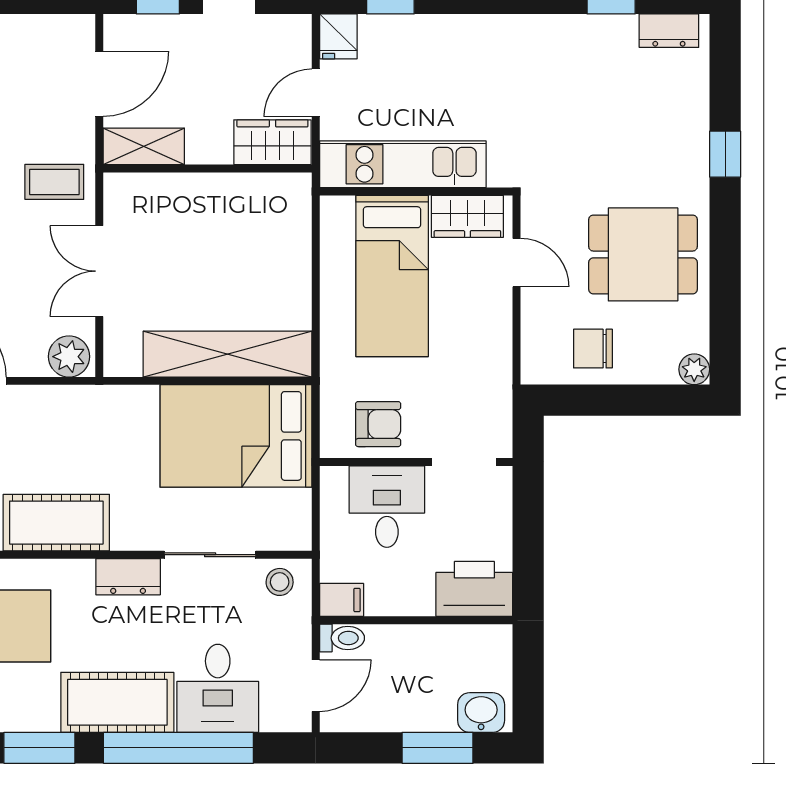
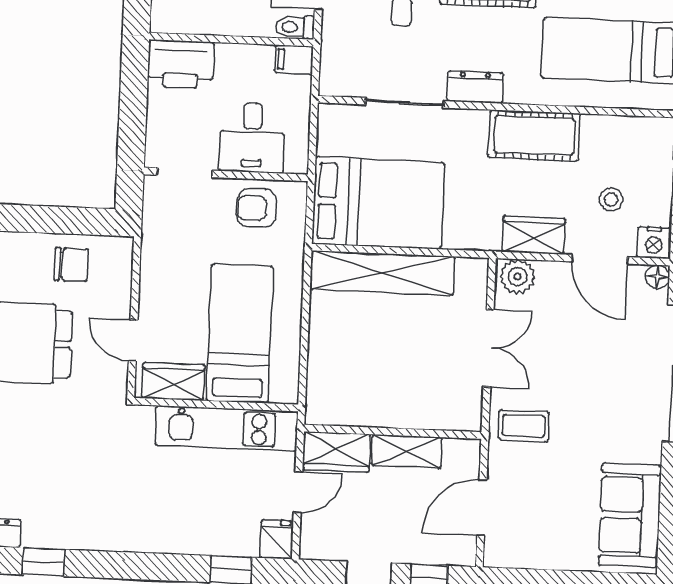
shelving: (144, 146) -> (407, 451), moved
wardrobe: (52, 406) -> (534, 235), added
stool: (280, 582) -> (346, 77), removed

